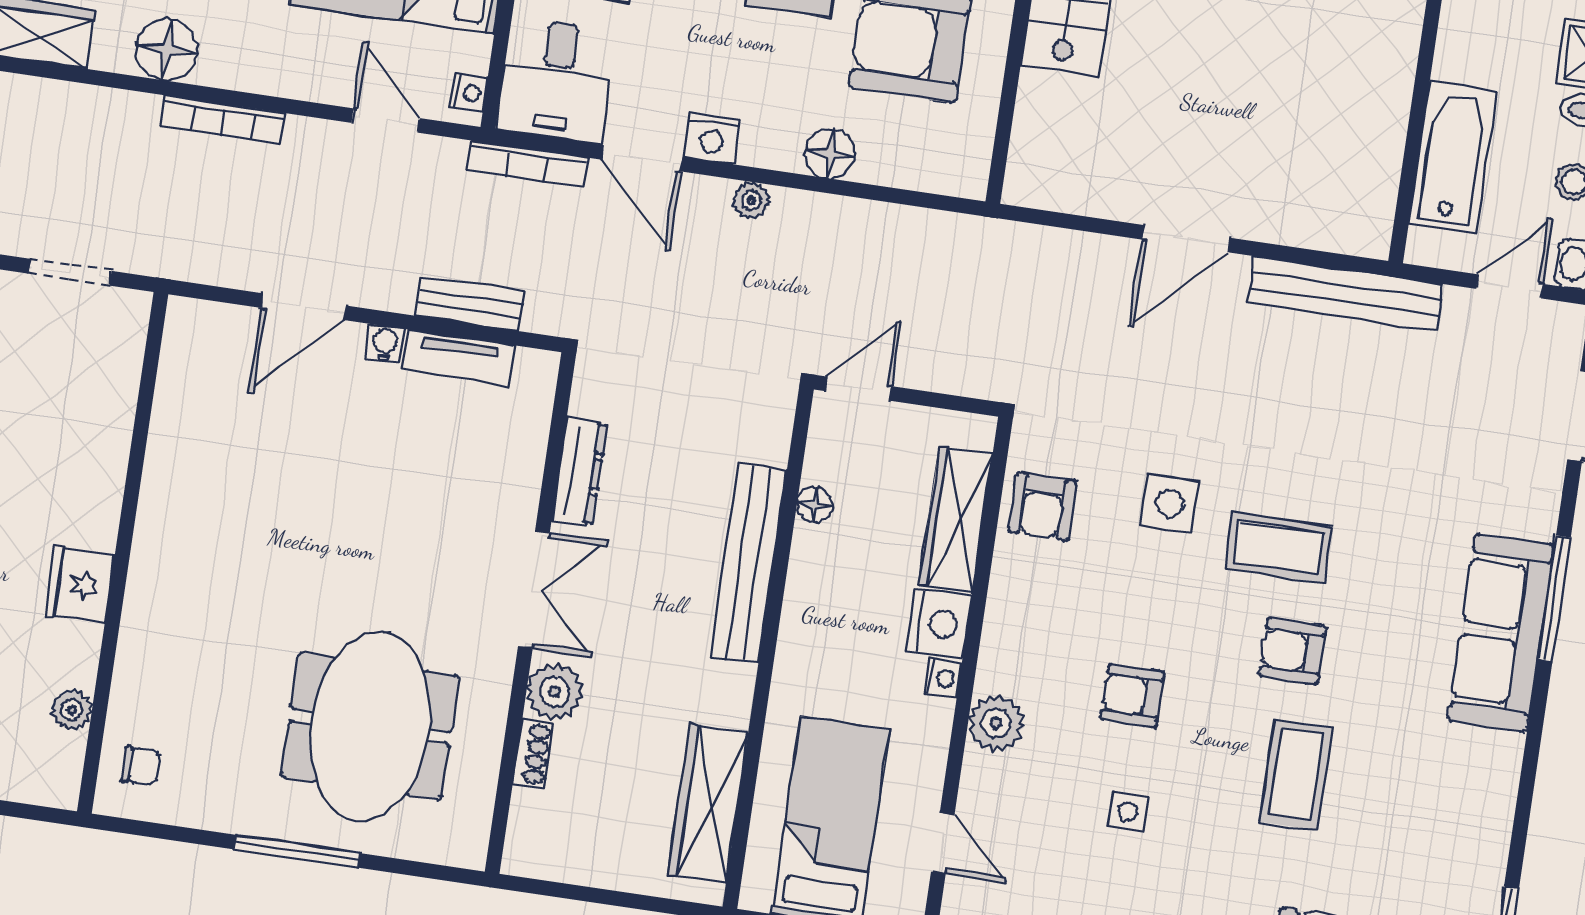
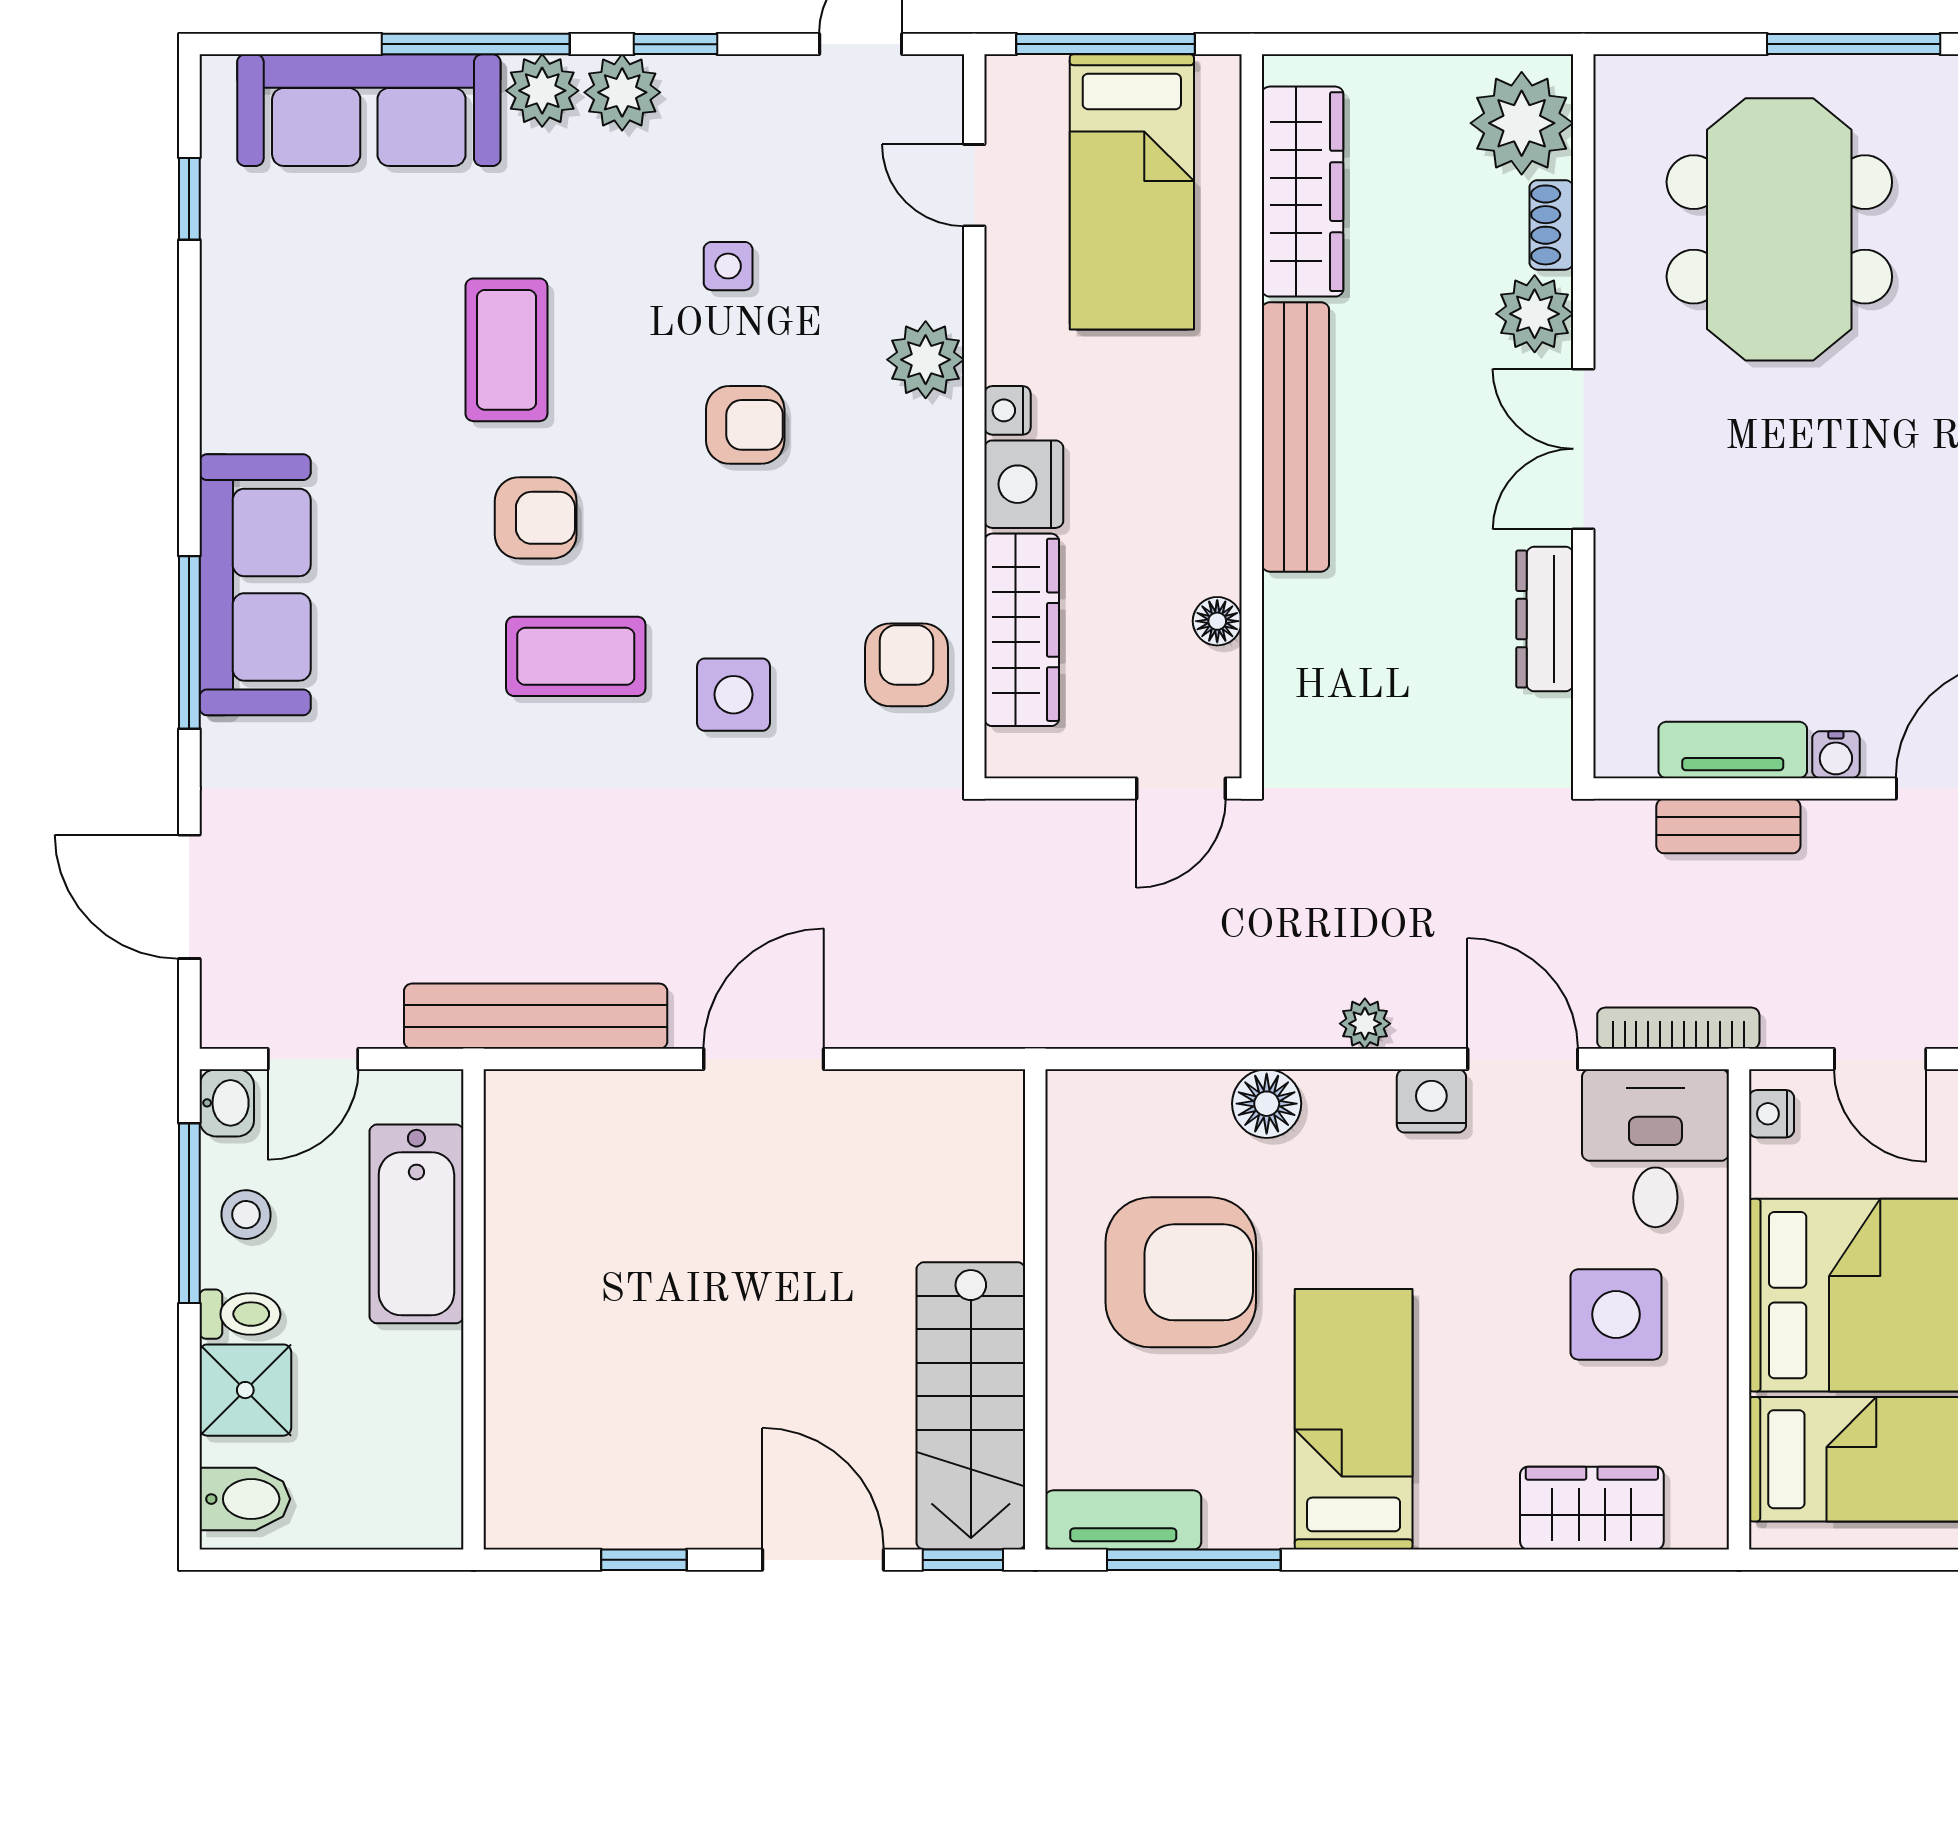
bench: (749, 563) -> (1295, 437), moved
plant: (543, 830) -> (1522, 123), added

